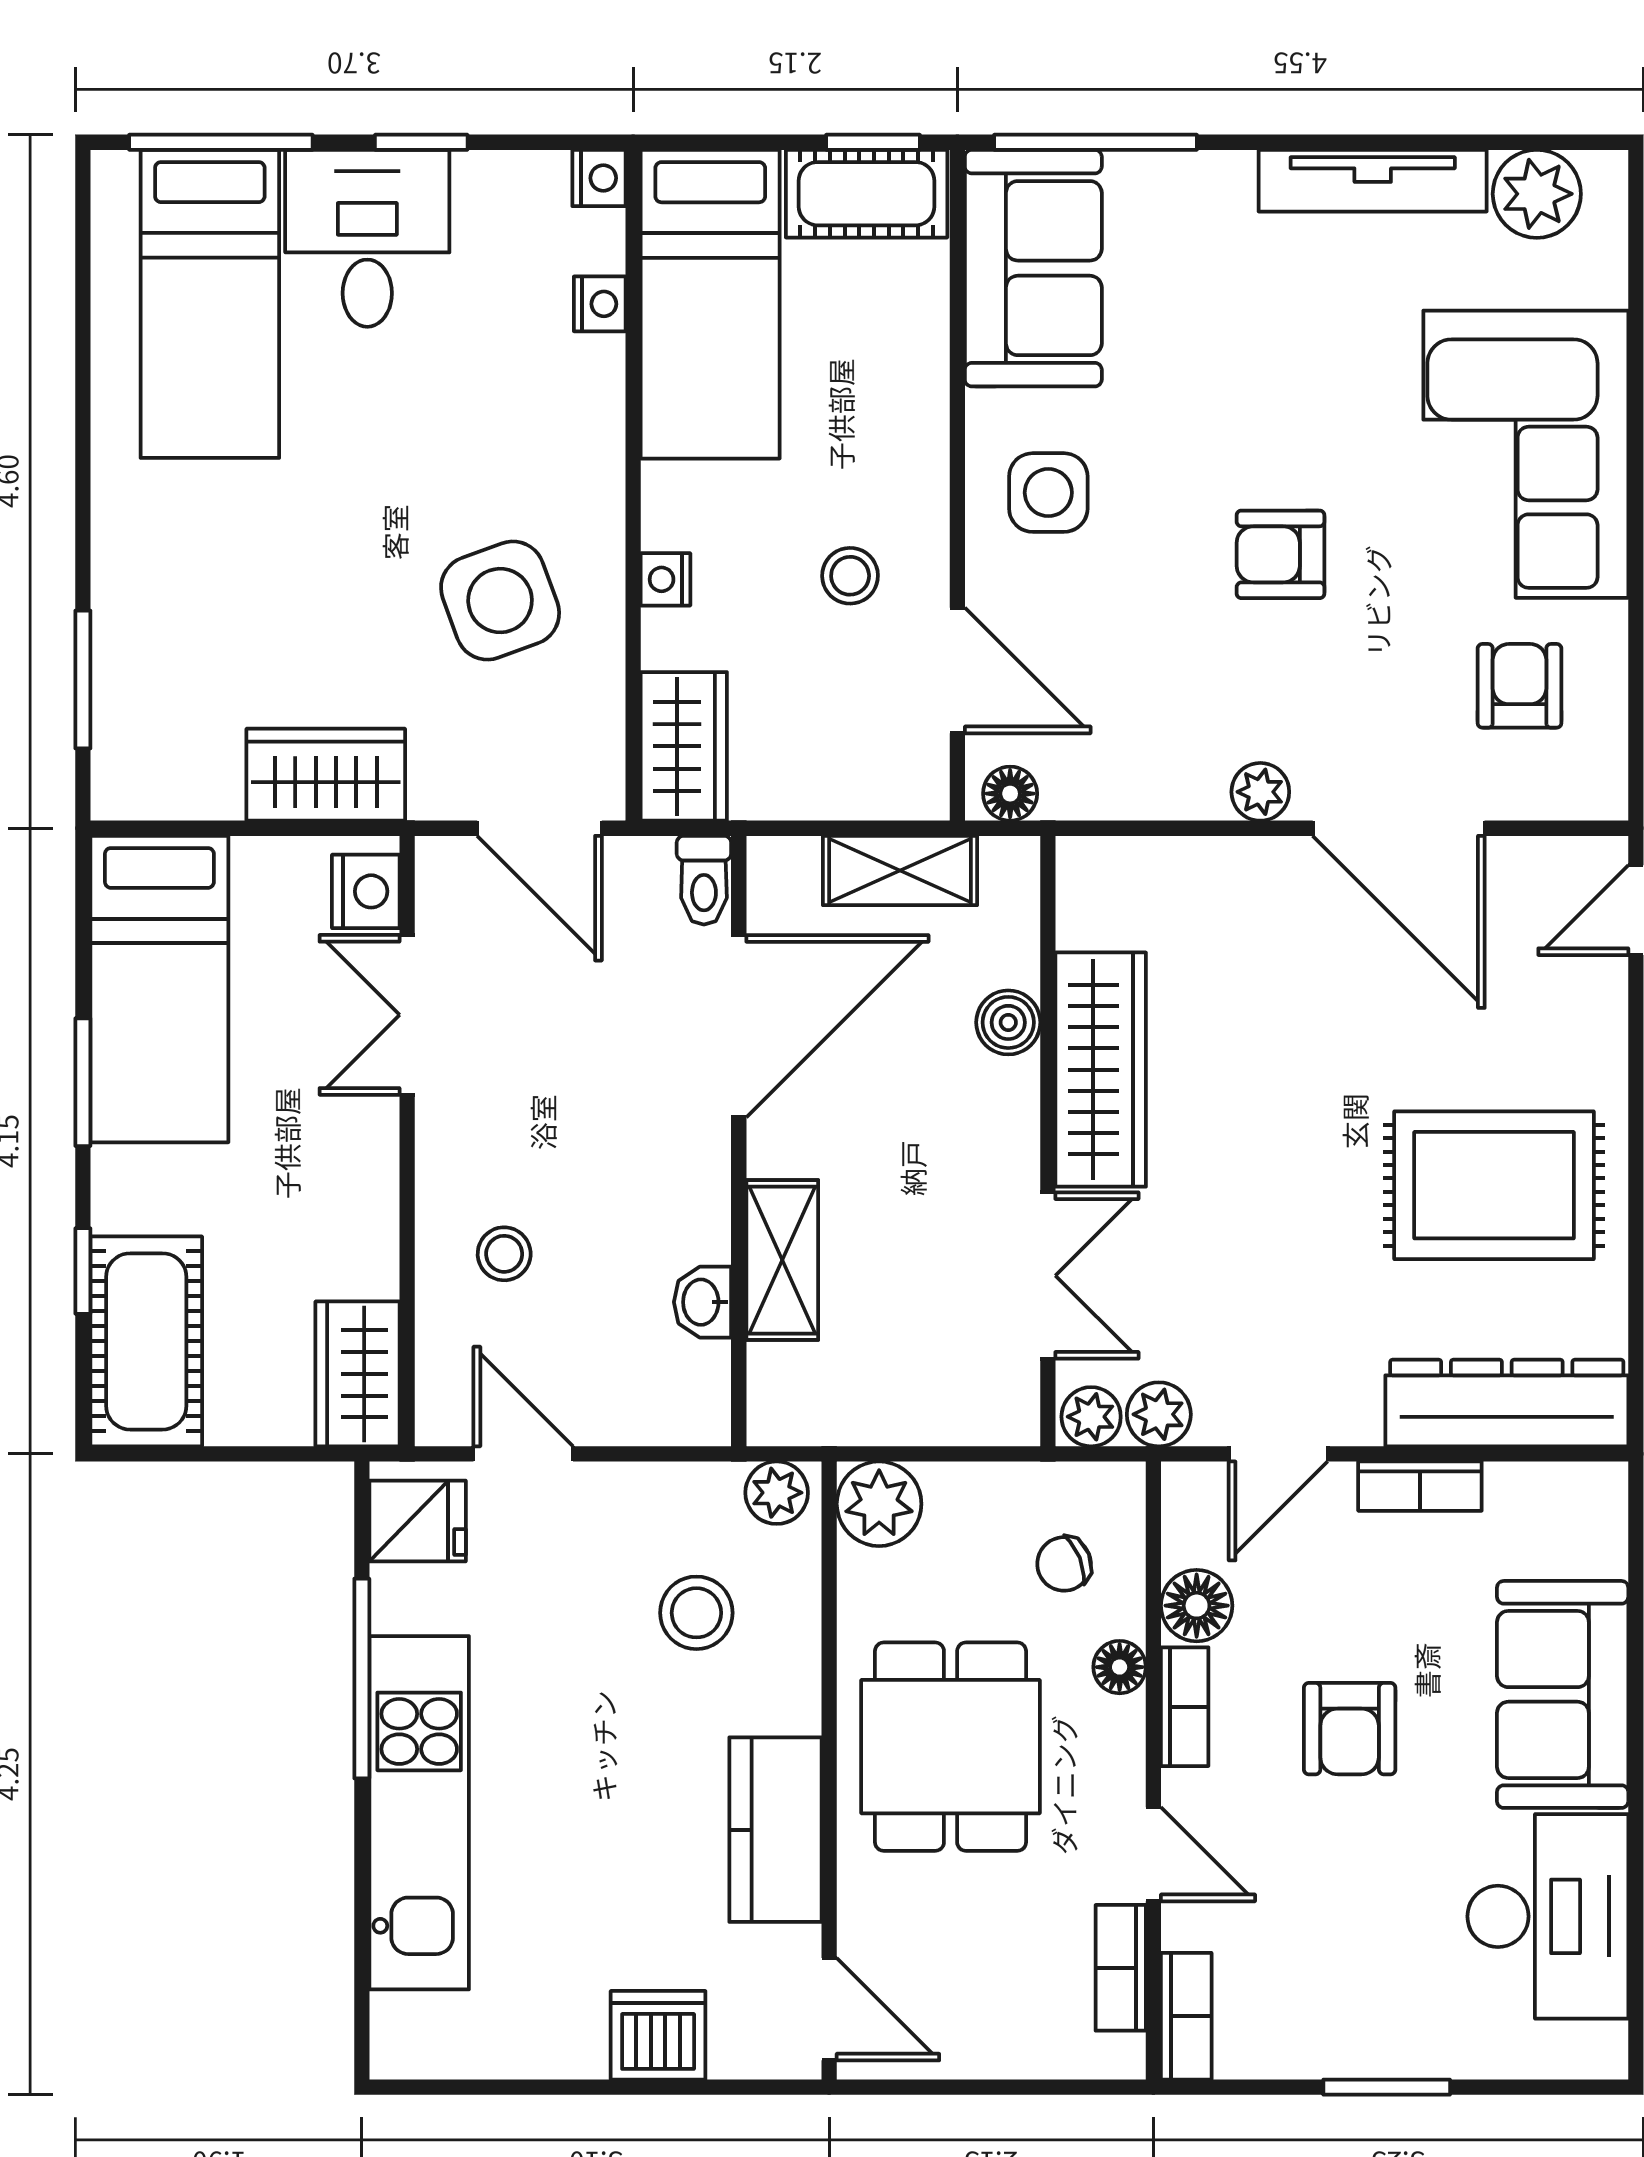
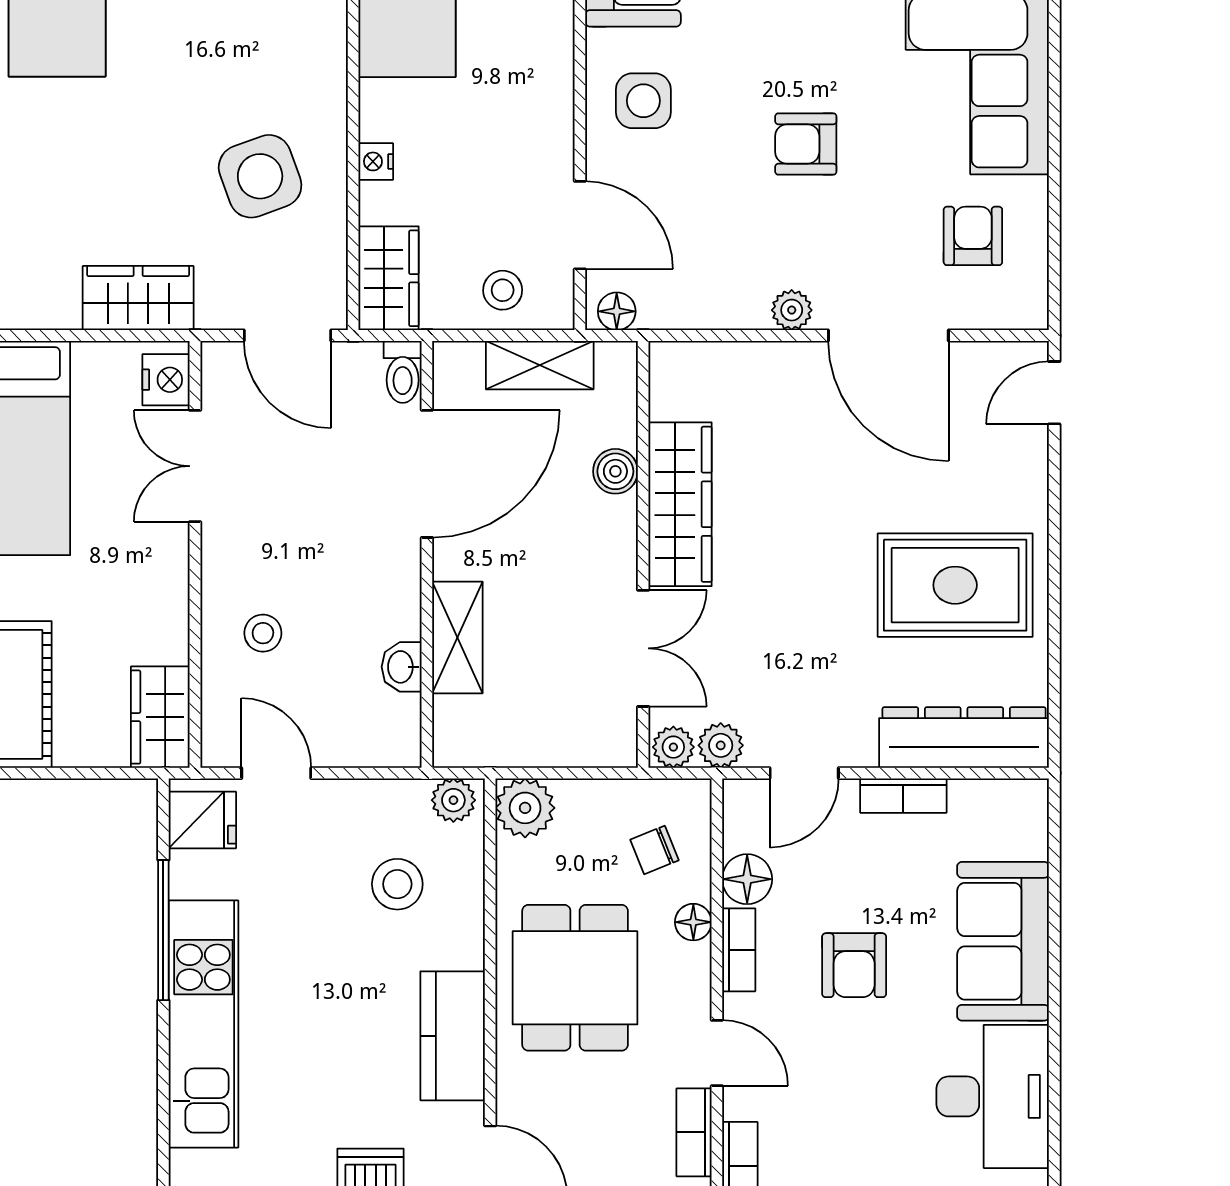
stool: (850, 576) -> (503, 290), moved

